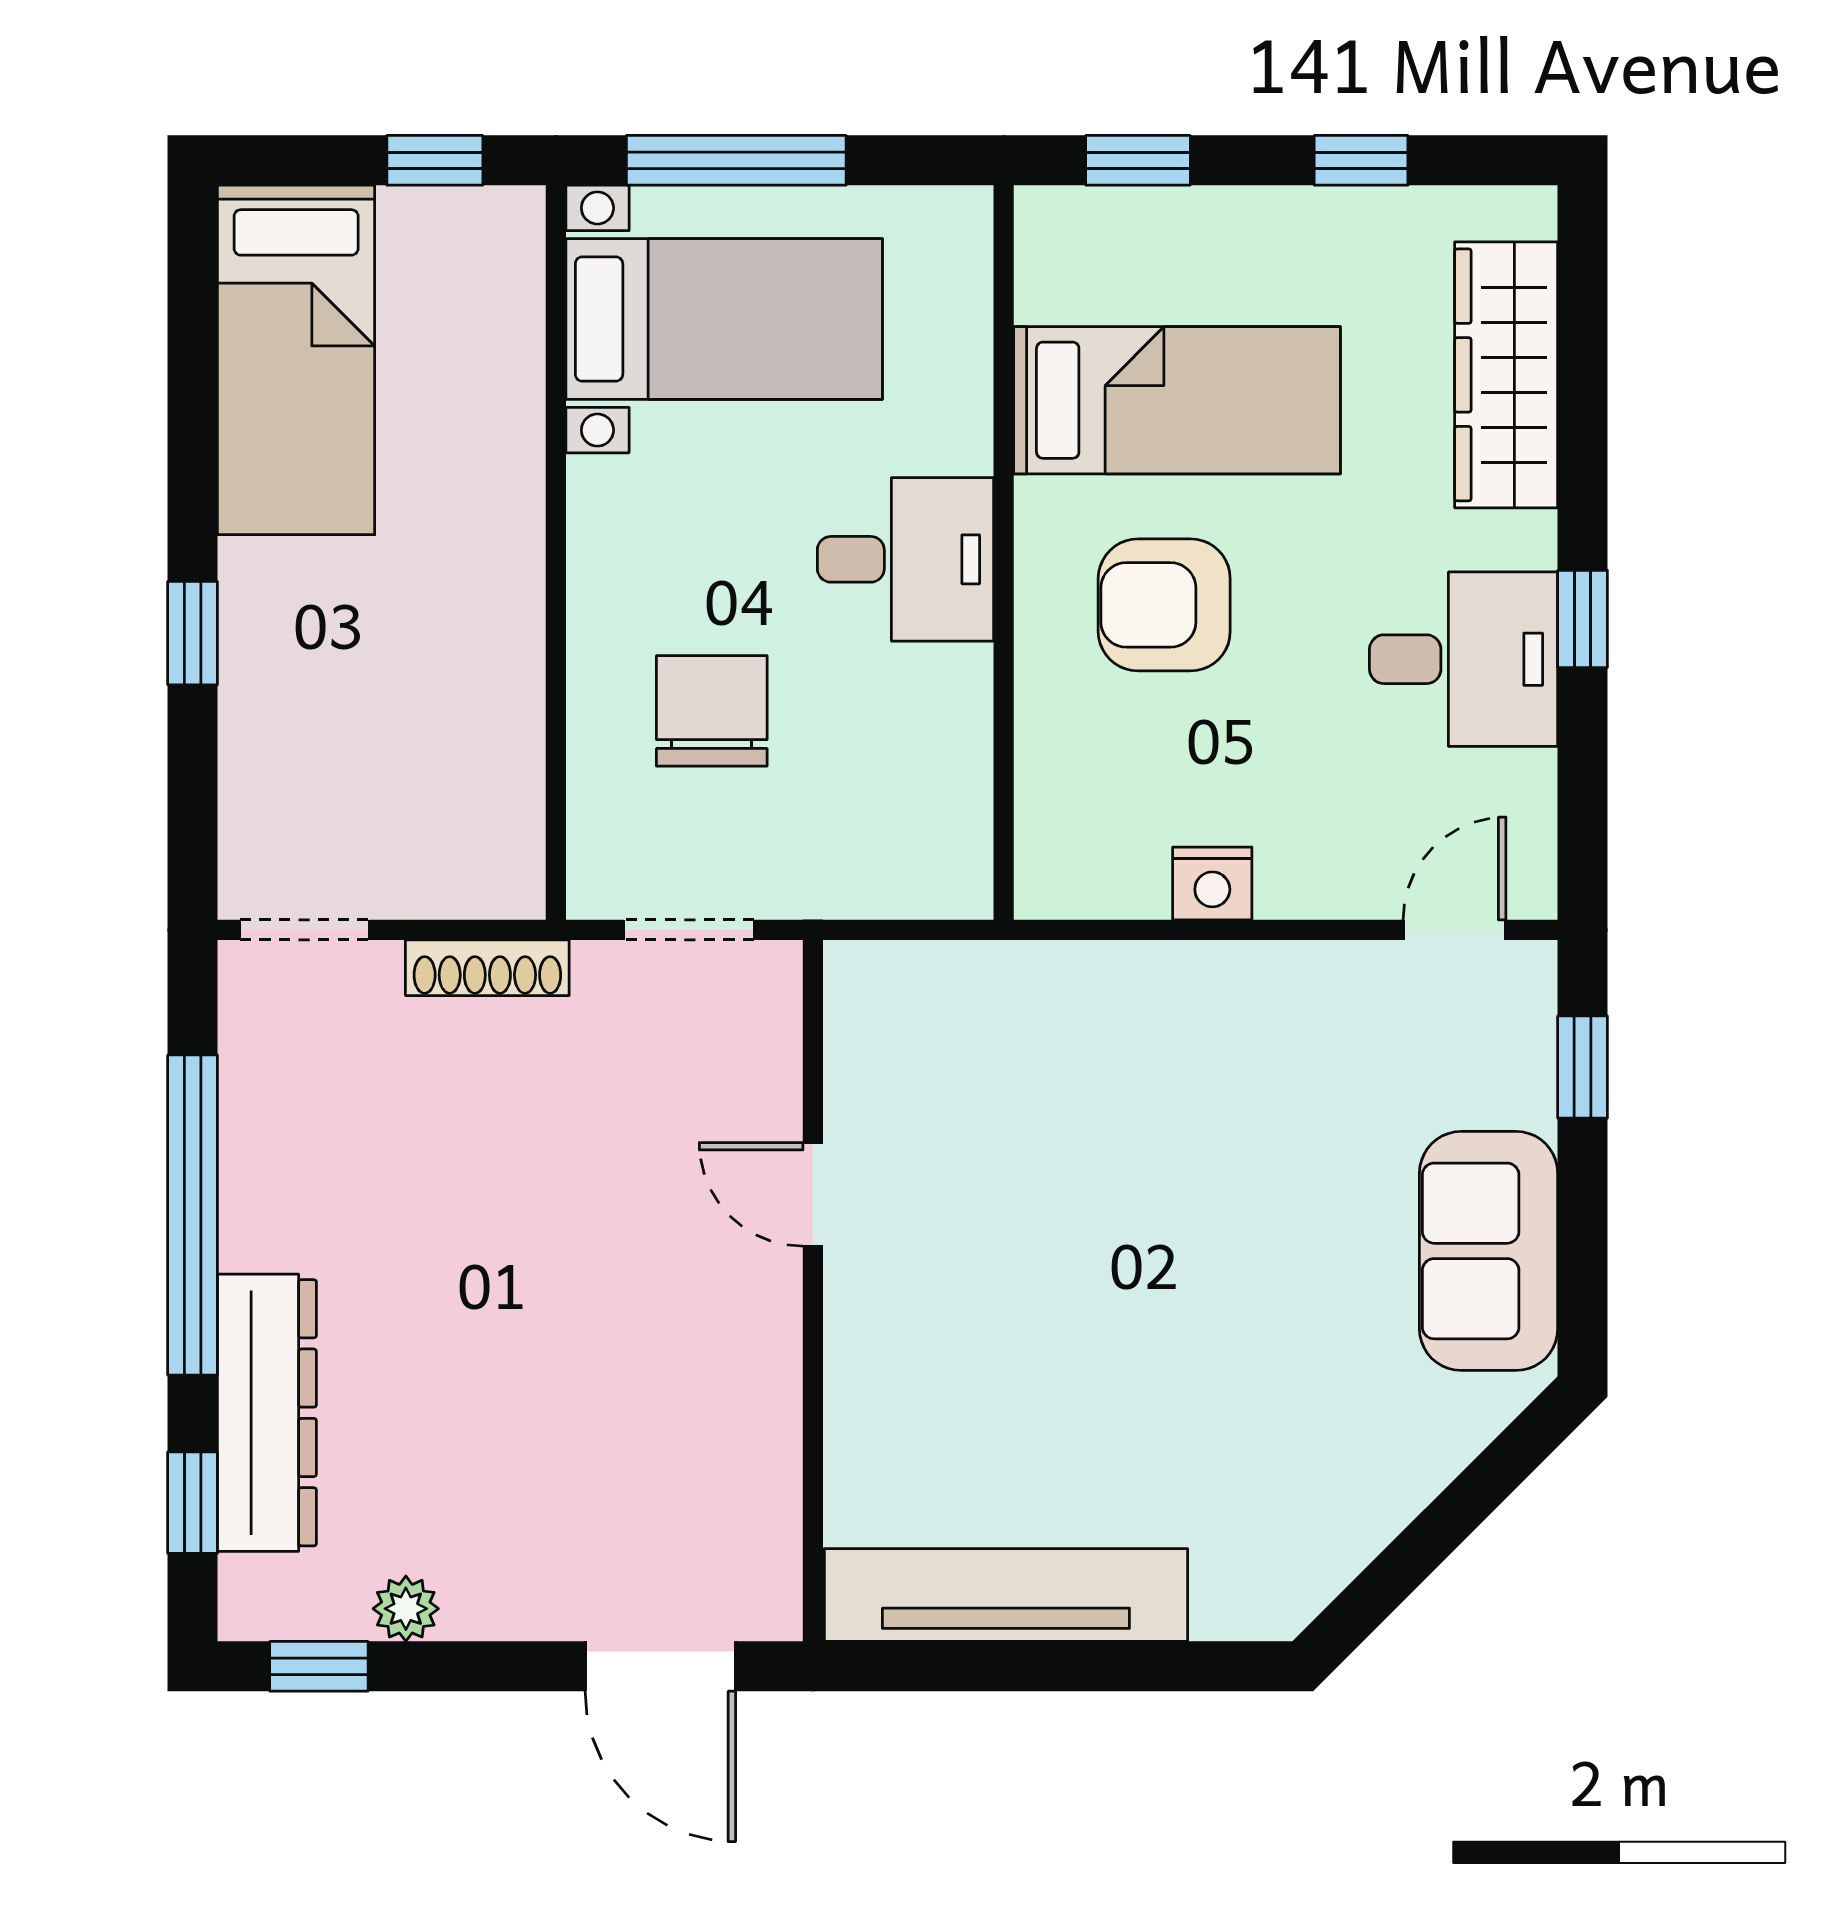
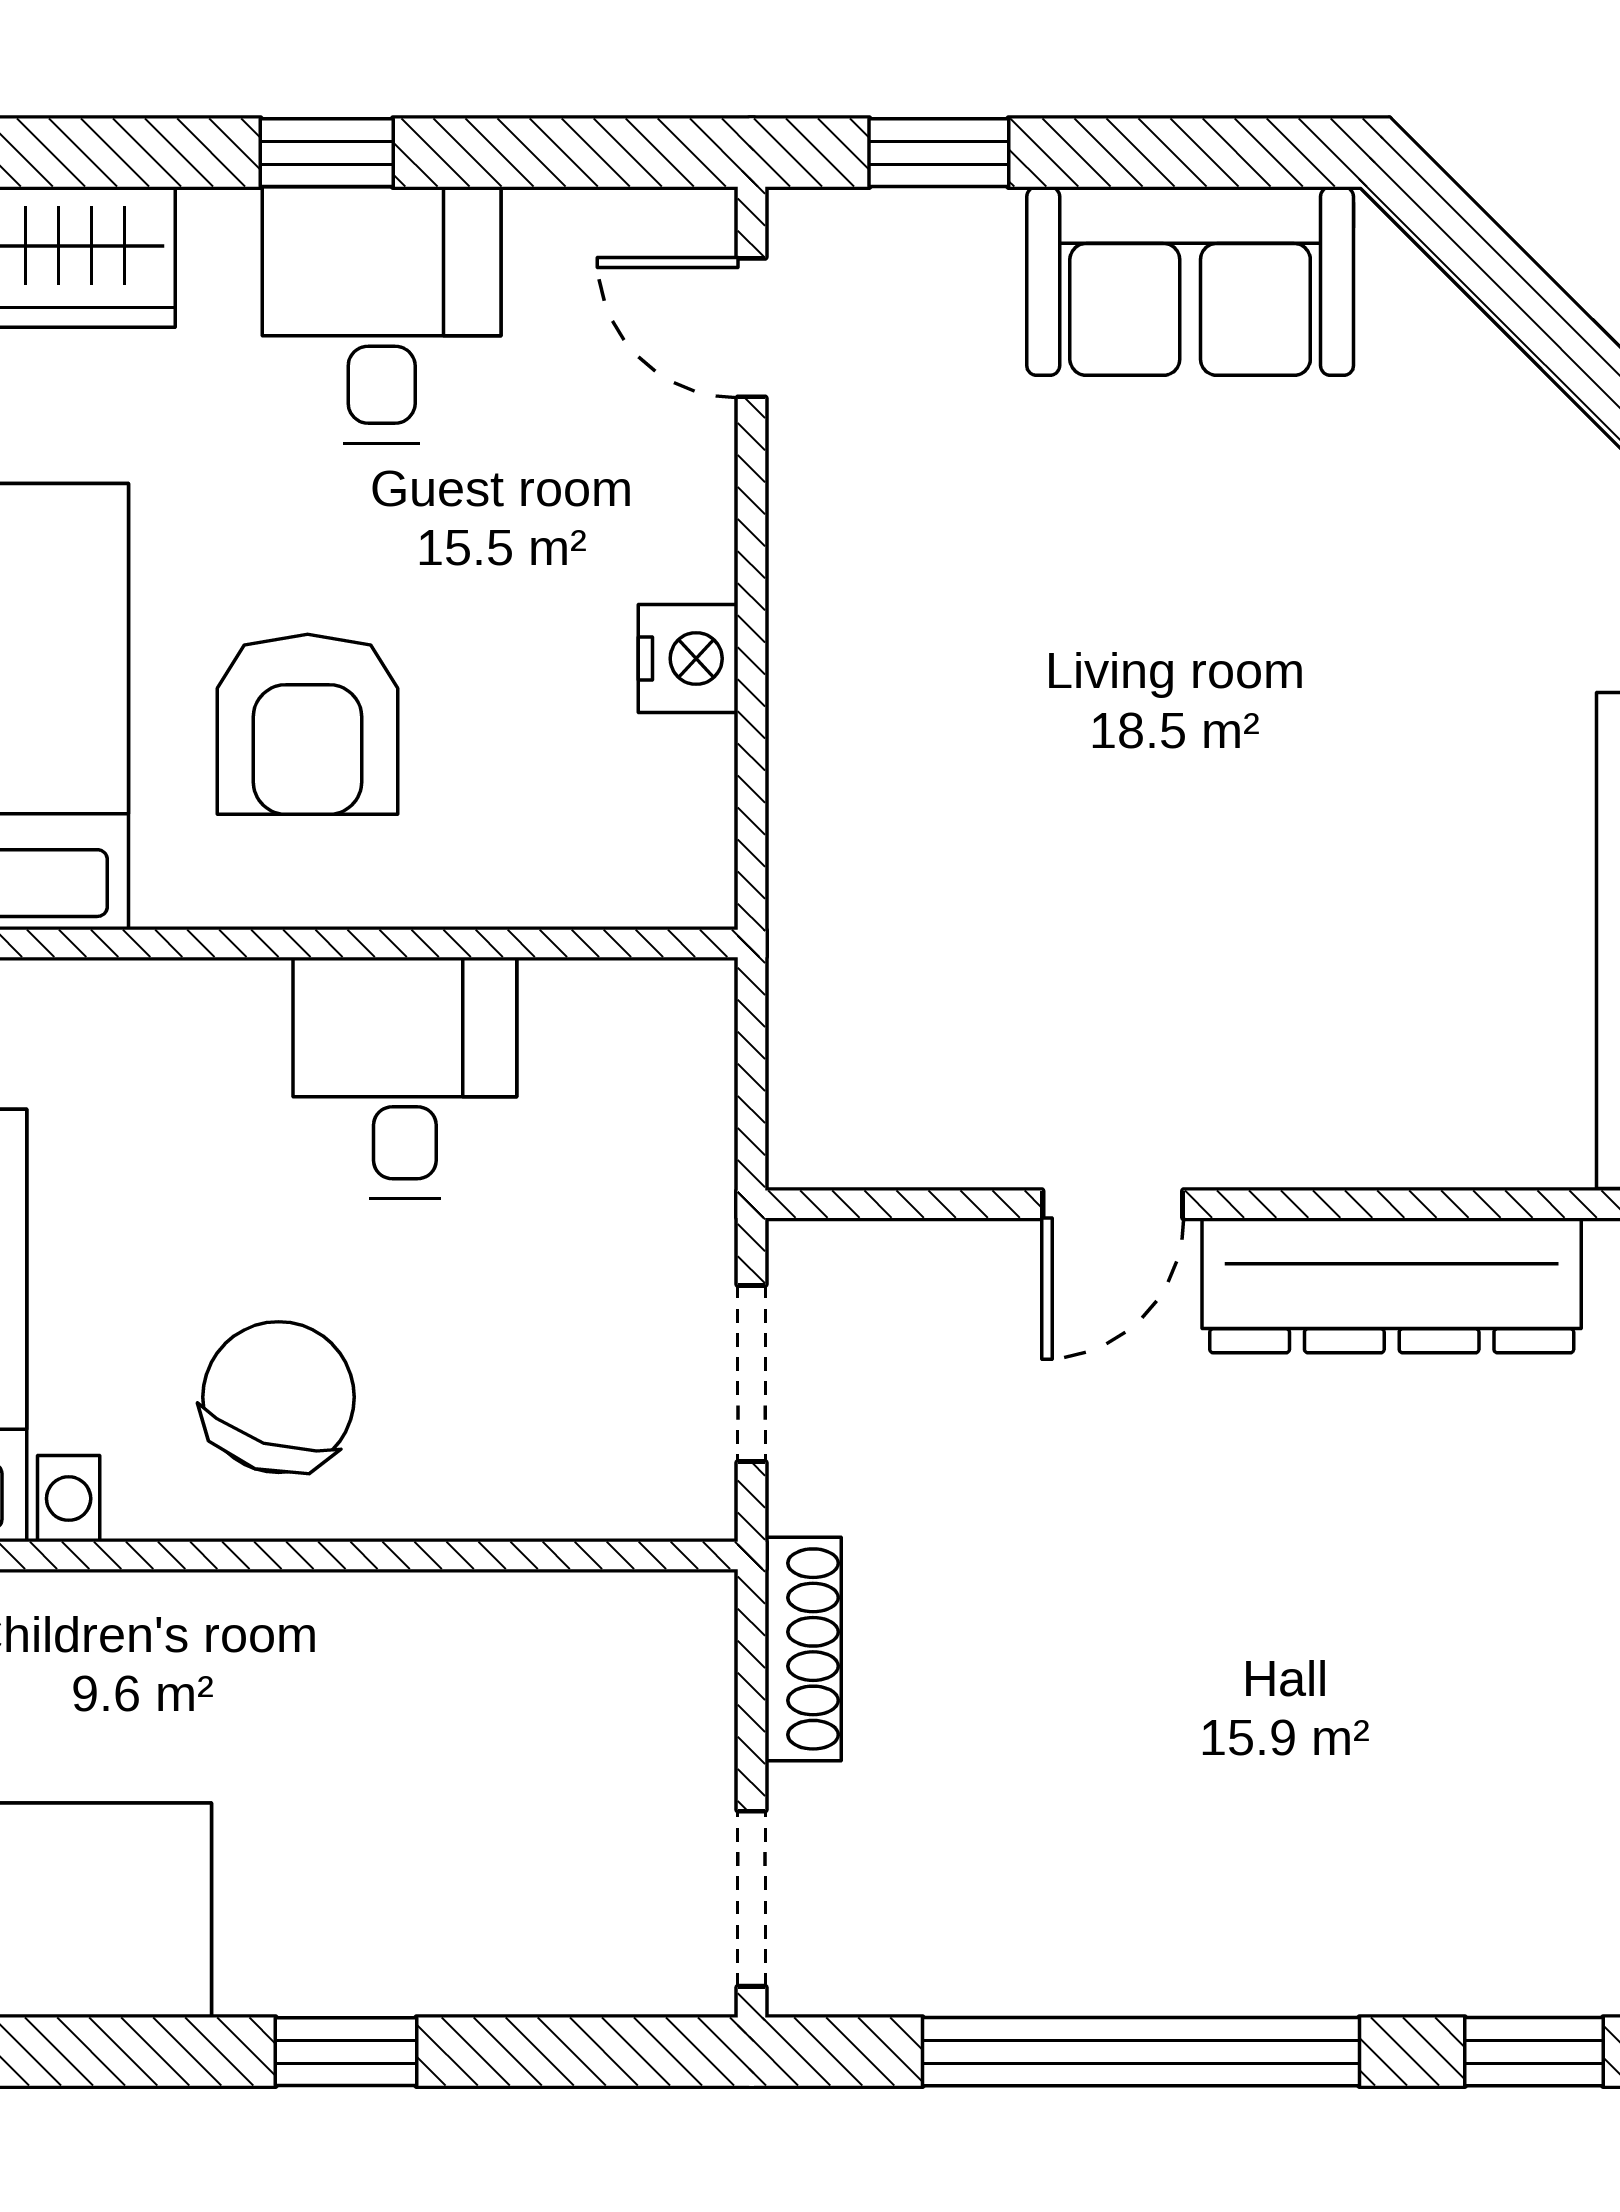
desk: (906, 559) -> (405, 1078), moved
chair: (712, 711) -> (279, 1397), moved, turned 108
dresser: (267, 1413) -> (1392, 1285), moved, turned 180

